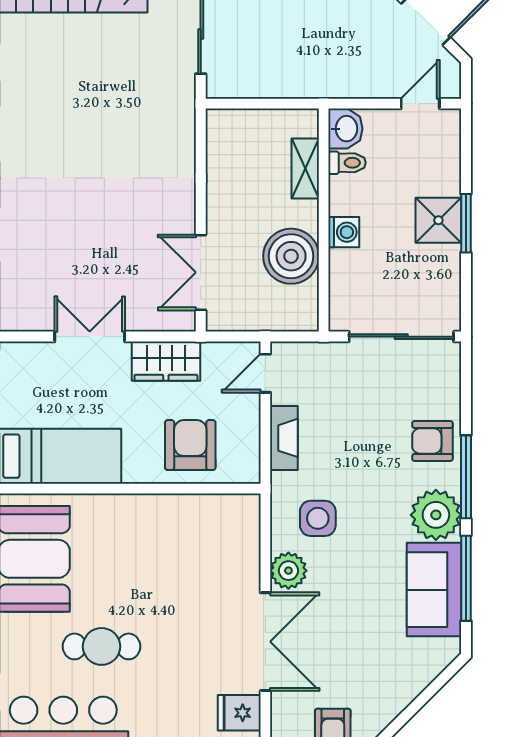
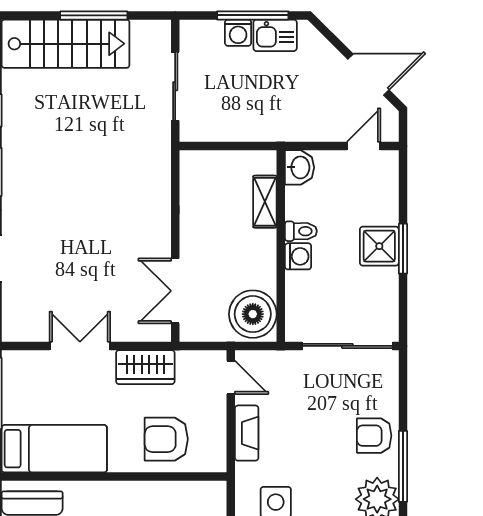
toilet: (347, 163) -> (301, 231), moved
boiler: (291, 256) -> (253, 314), moved
door: (265, 373) -> (231, 377), swing flipped
armchair: (190, 445) -> (166, 439), turned -90

